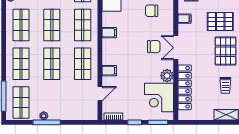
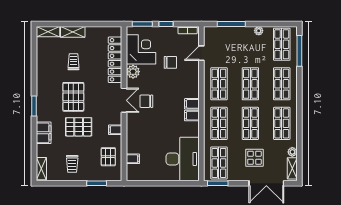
chair: (152, 11) -> (170, 62), moved
filing cabinet: (109, 71) -> (192, 104), moved
window: (47, 122) -> (231, 24), moved

